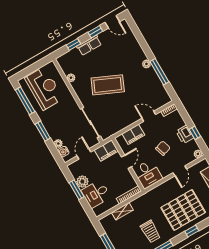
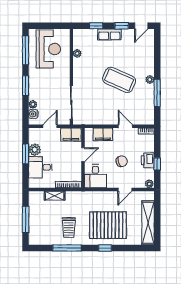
door: (112, 22) -> (141, 26), hinge flipped
coffee table: (108, 85) -> (119, 80), moved

